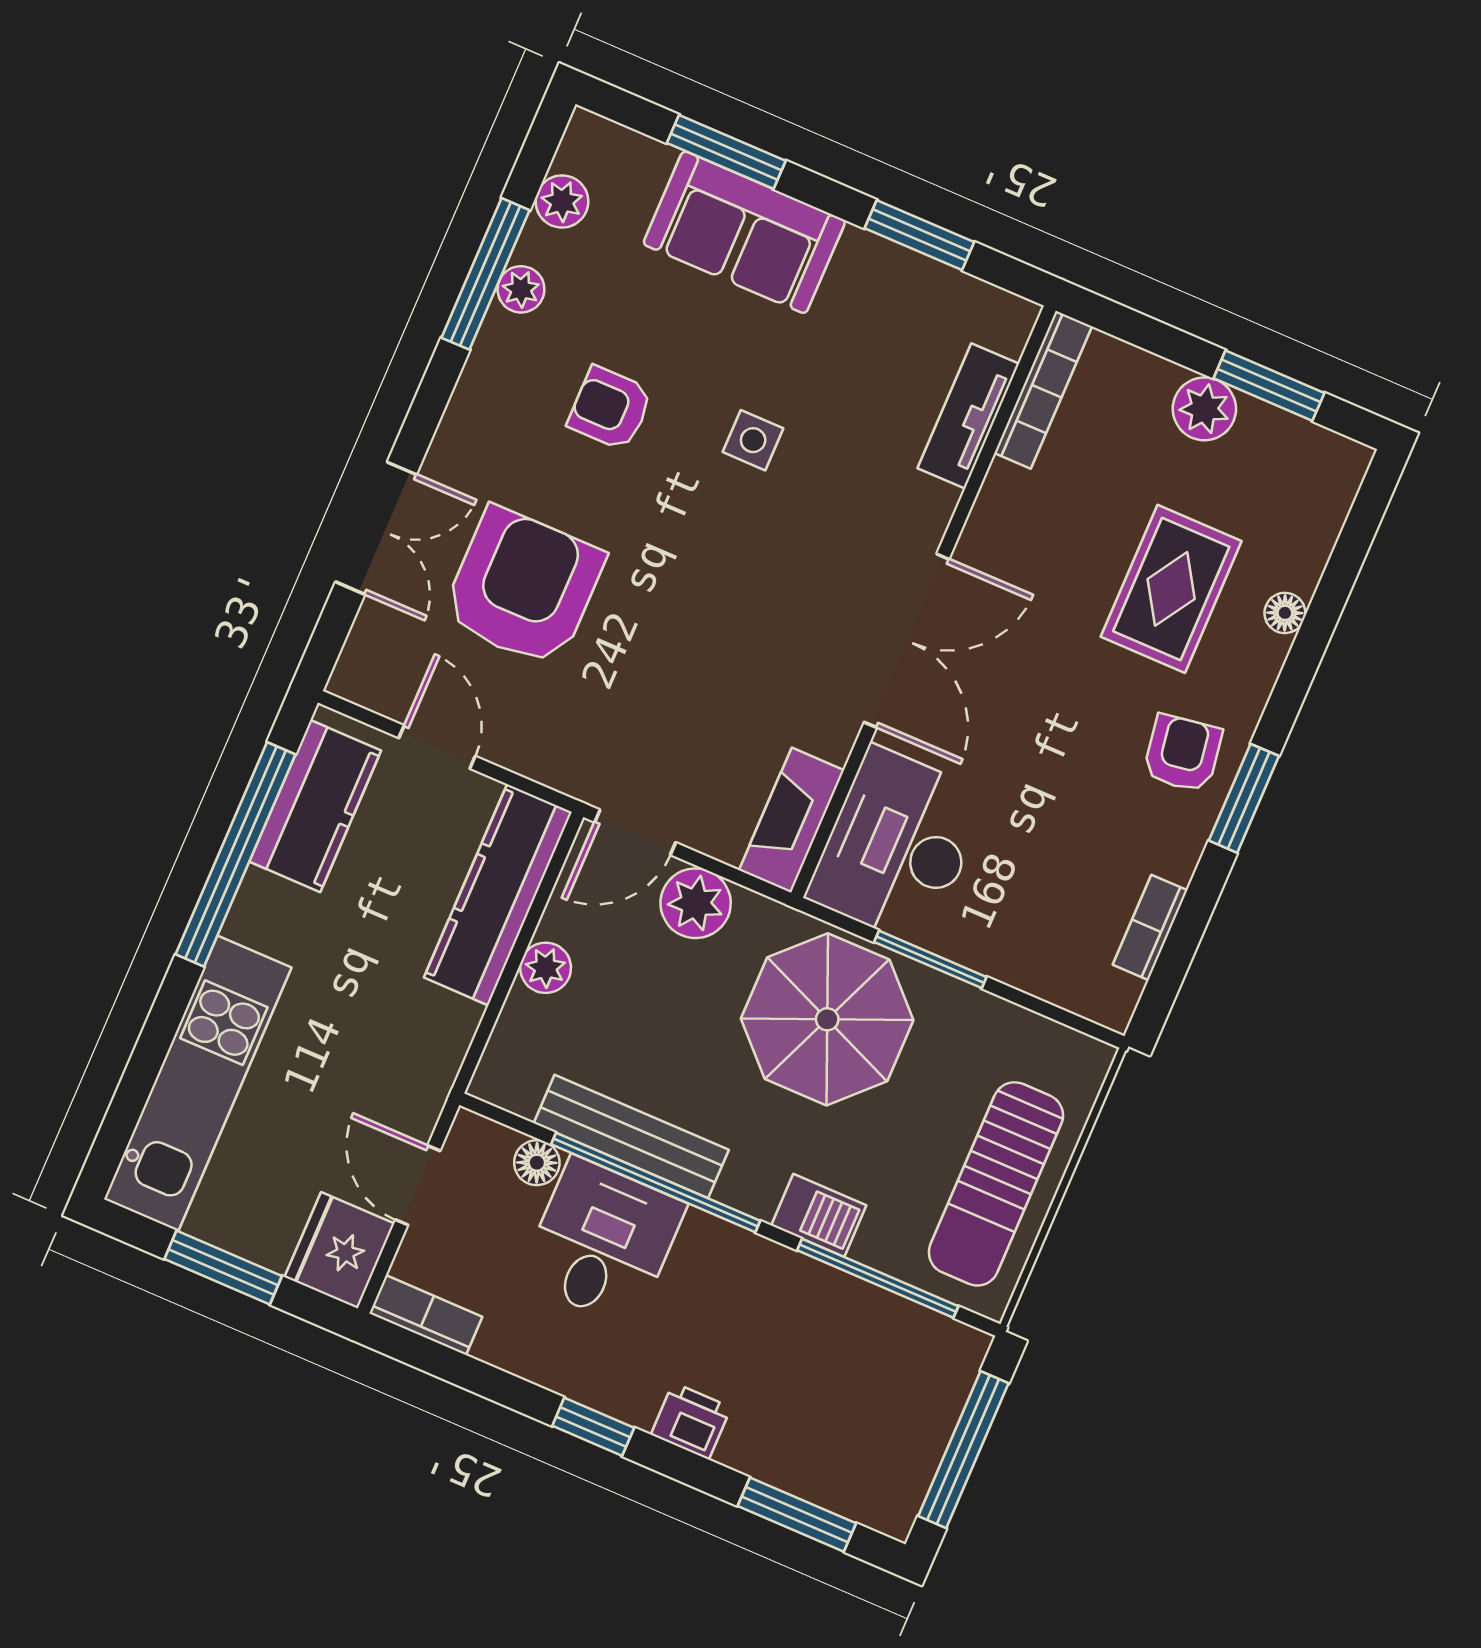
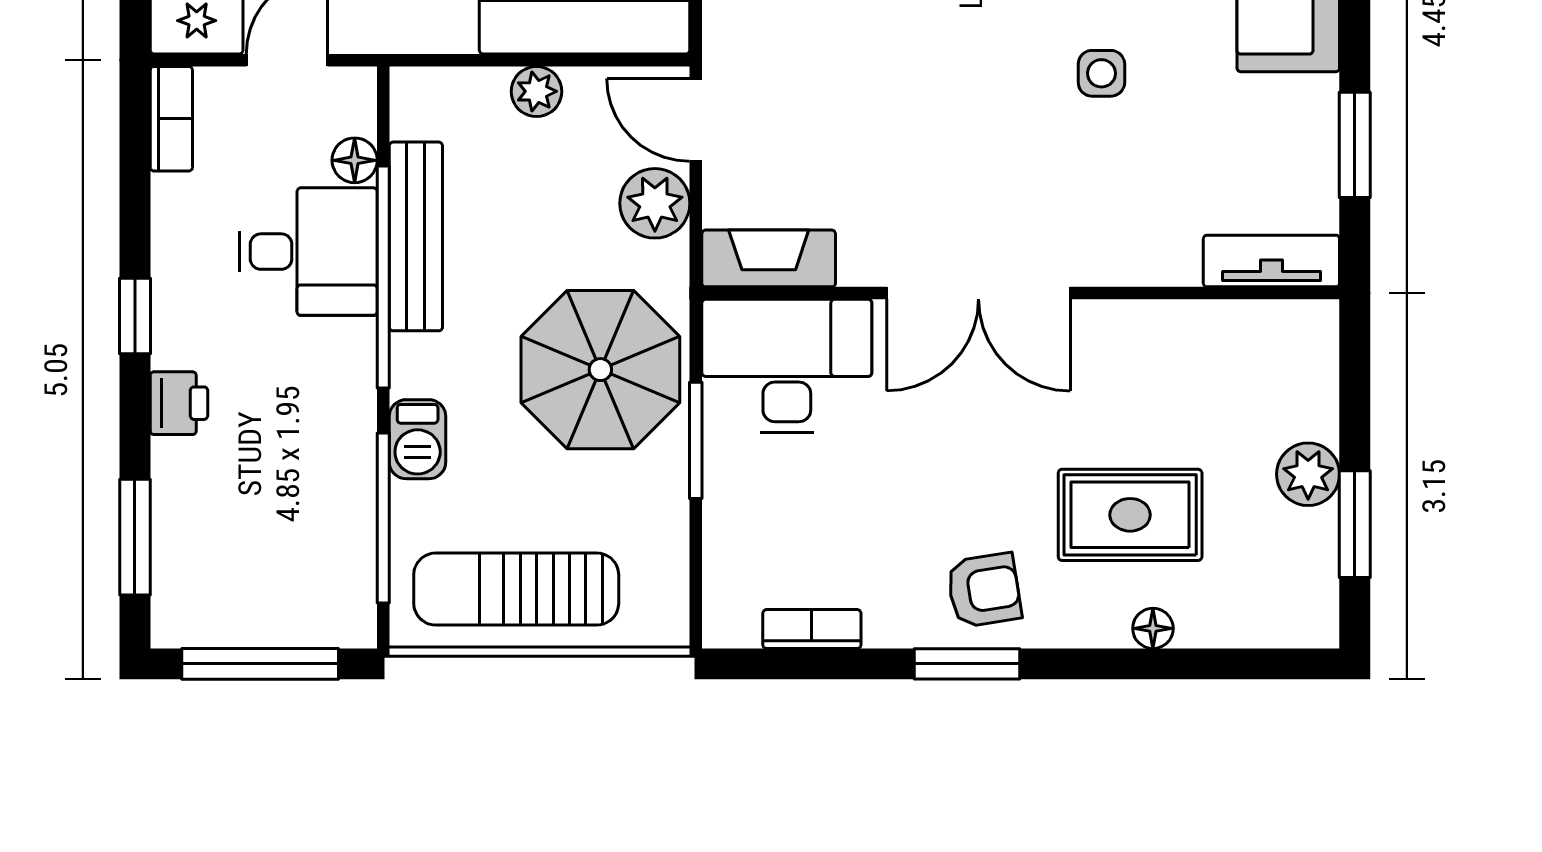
bookcase: (1043, 390) -> (1262, 319), removed
tv unit: (968, 416) -> (1271, 261), moved

